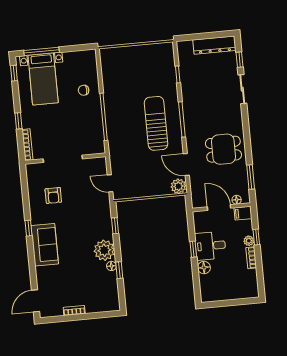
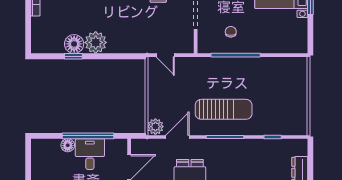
chair: (84, 90) -> (231, 32), moved
door: (110, 183) -> (165, 55), swing flipped
window: (115, 226) -> (120, 56), removed
window: (193, 249) -> (88, 136), width x3.17
floor lamp: (111, 266) -> (74, 44), width x1.89, depth x1.89

